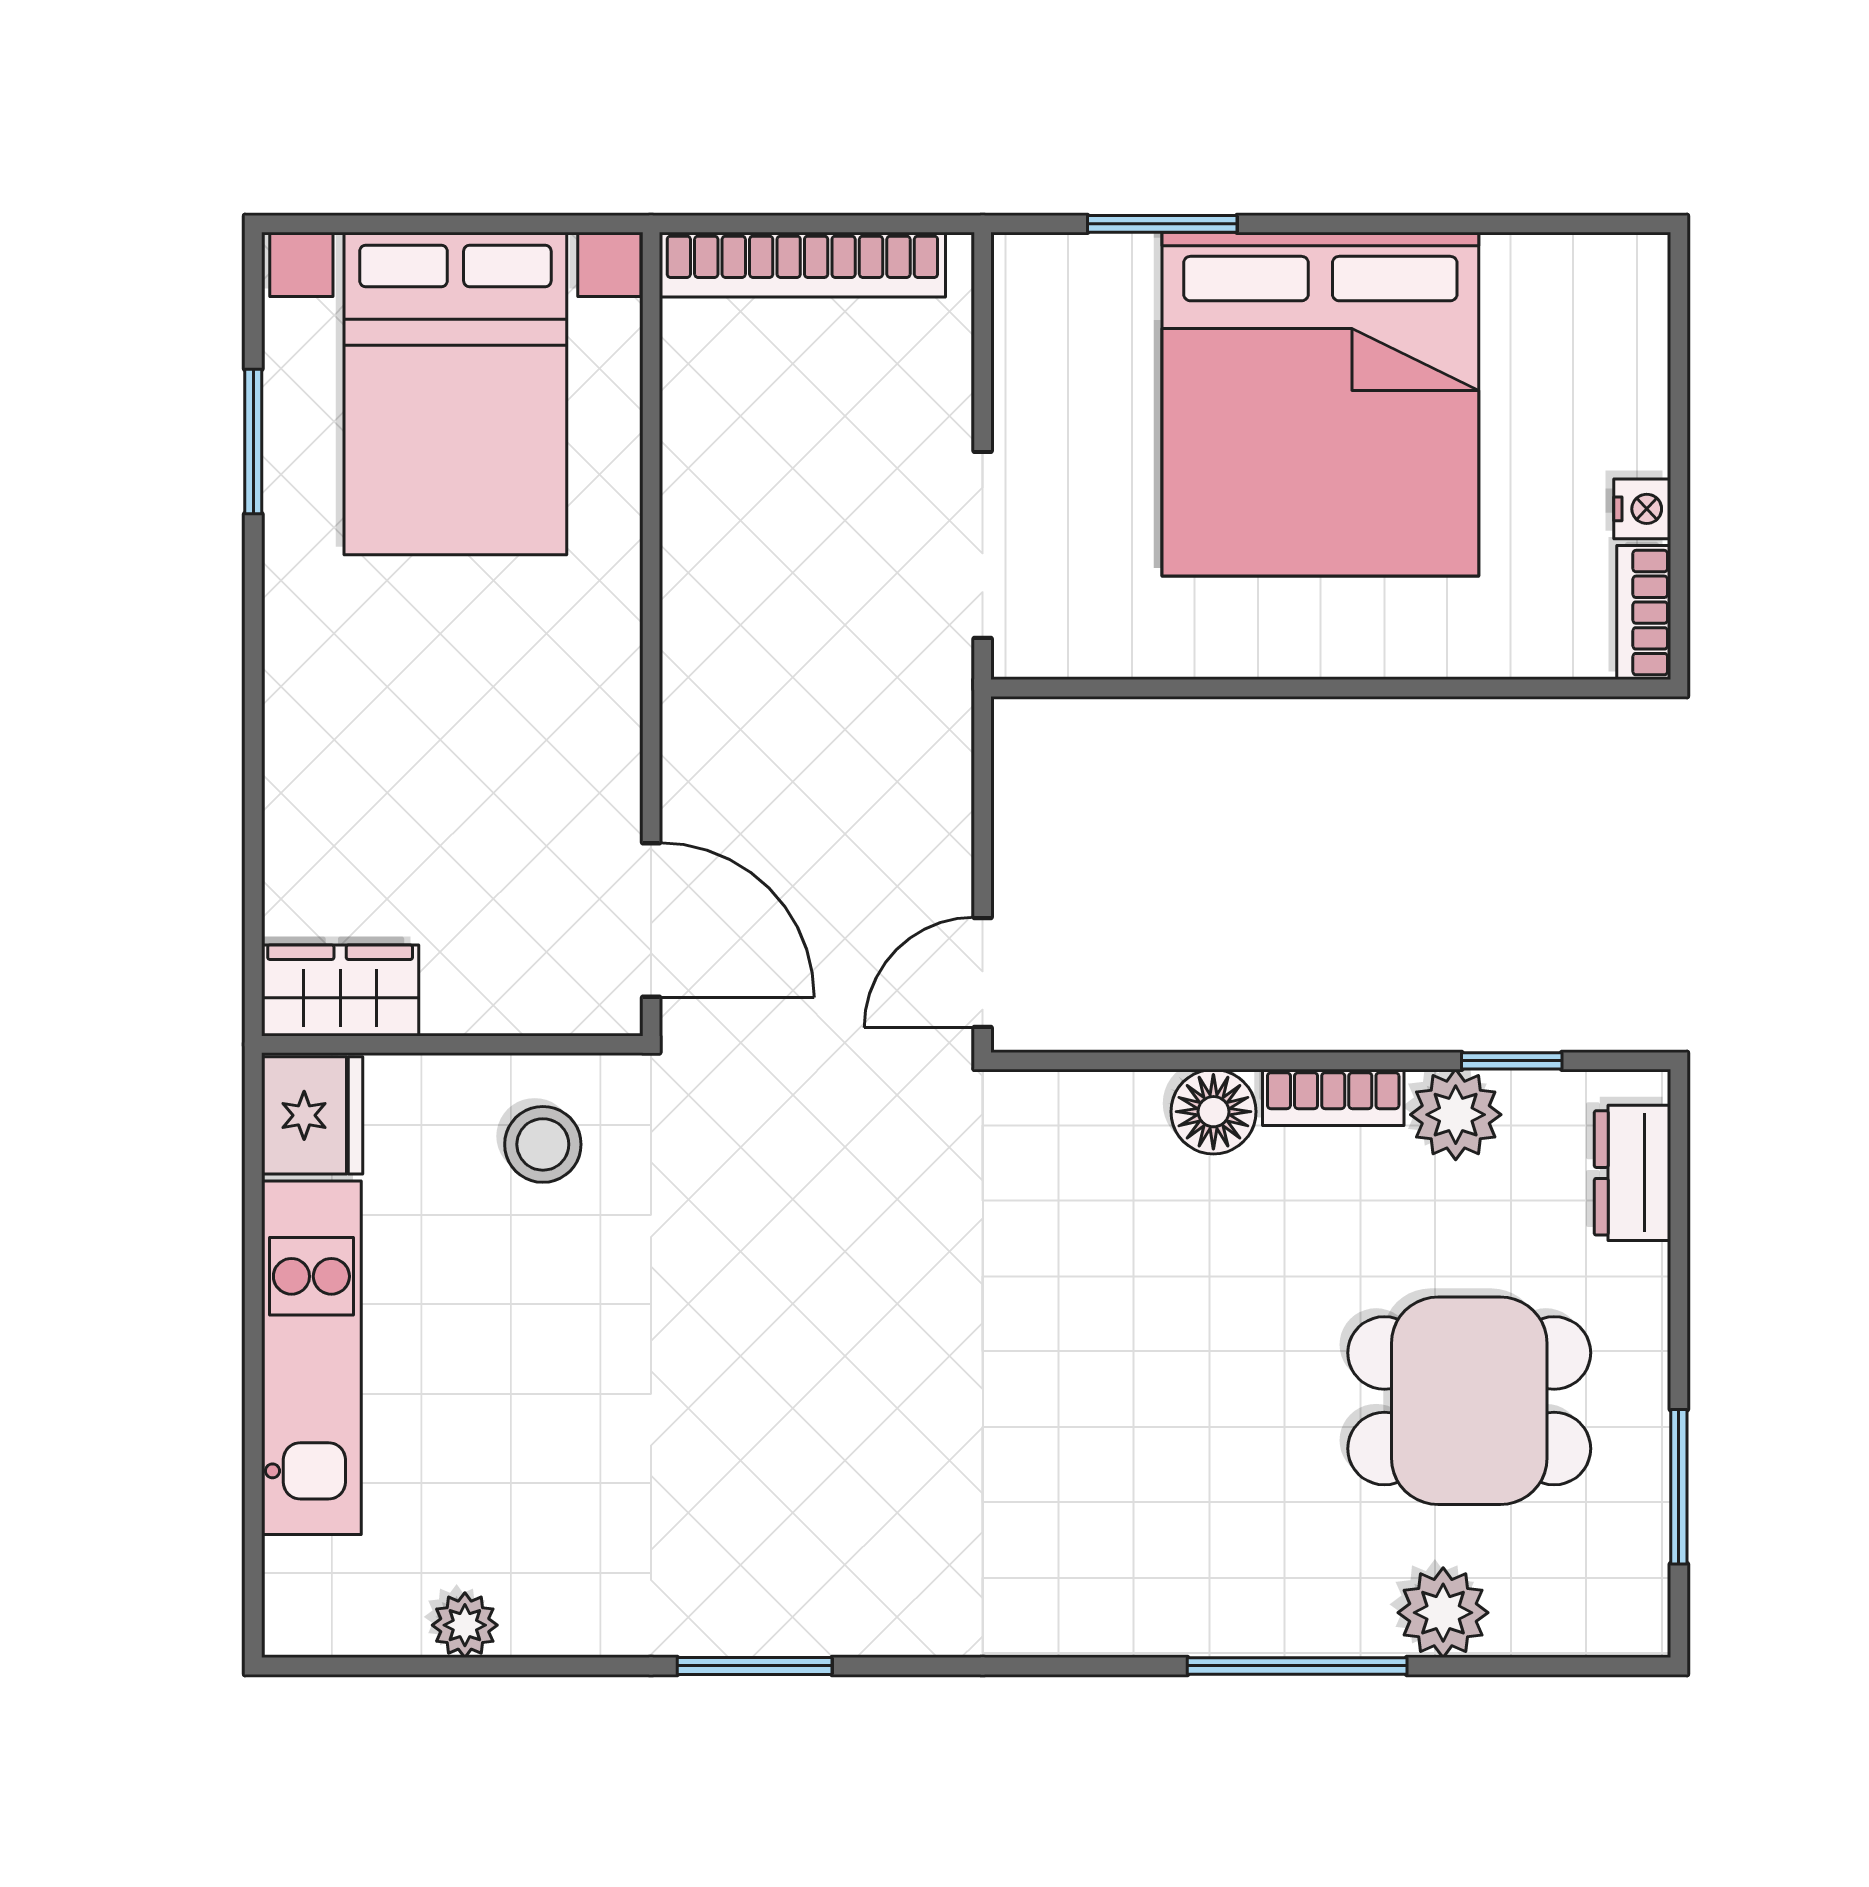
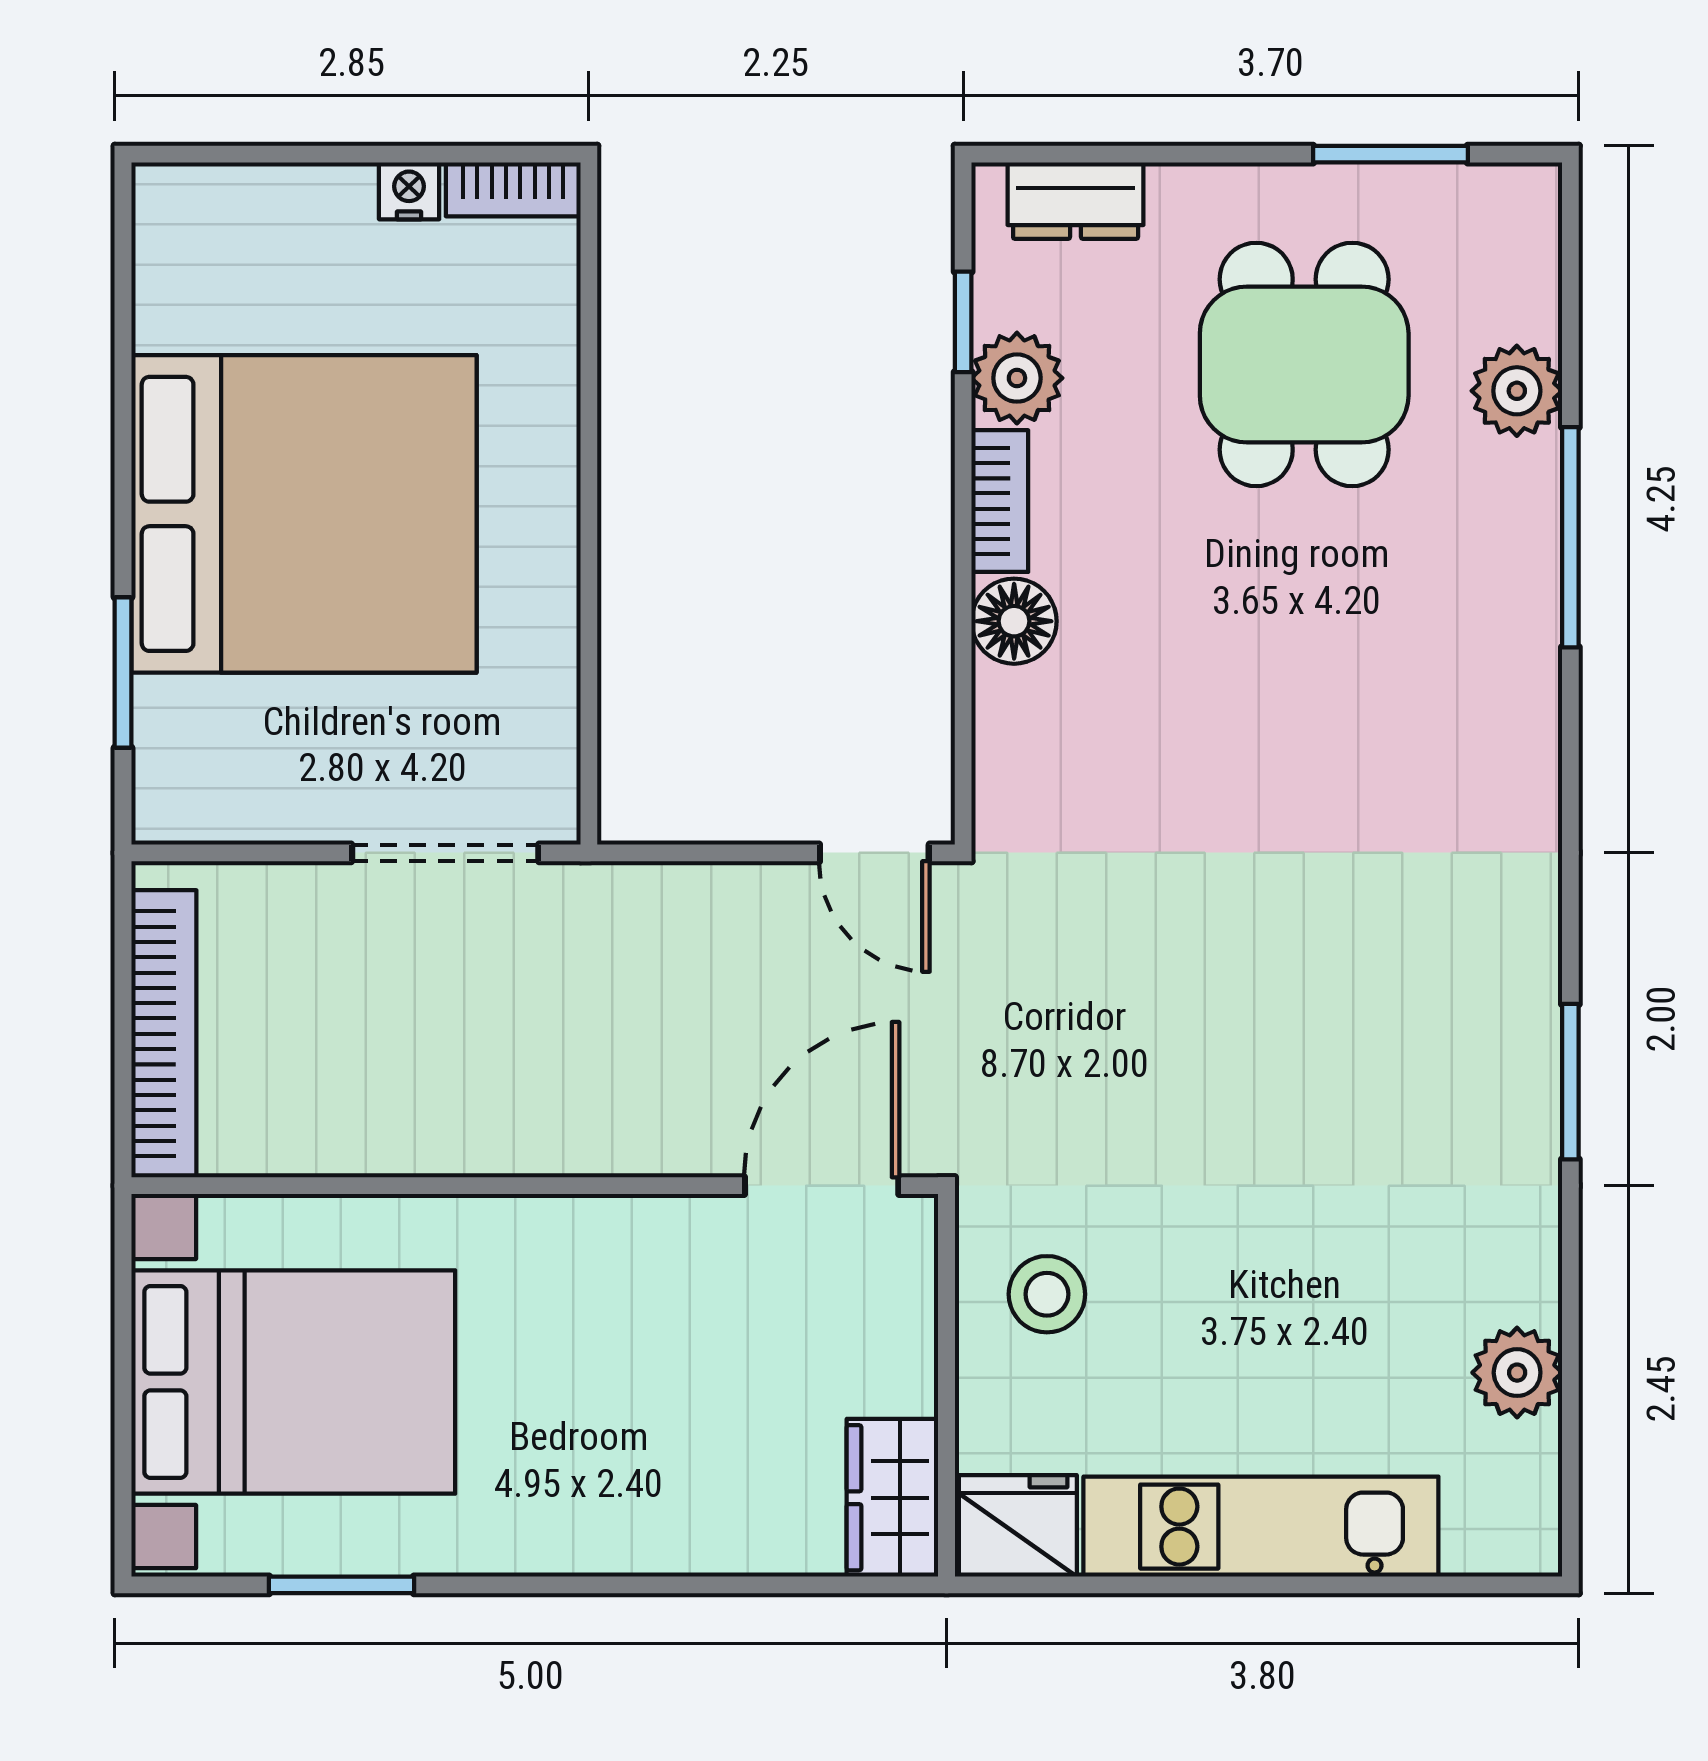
plant: (465, 1625) -> (1517, 1373), width x1.38, depth x1.38

